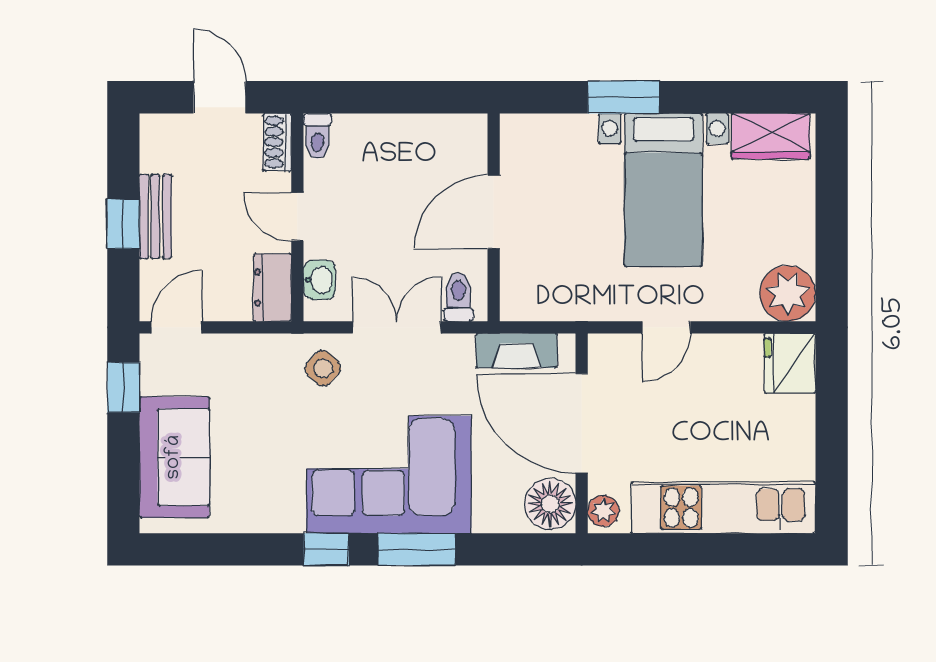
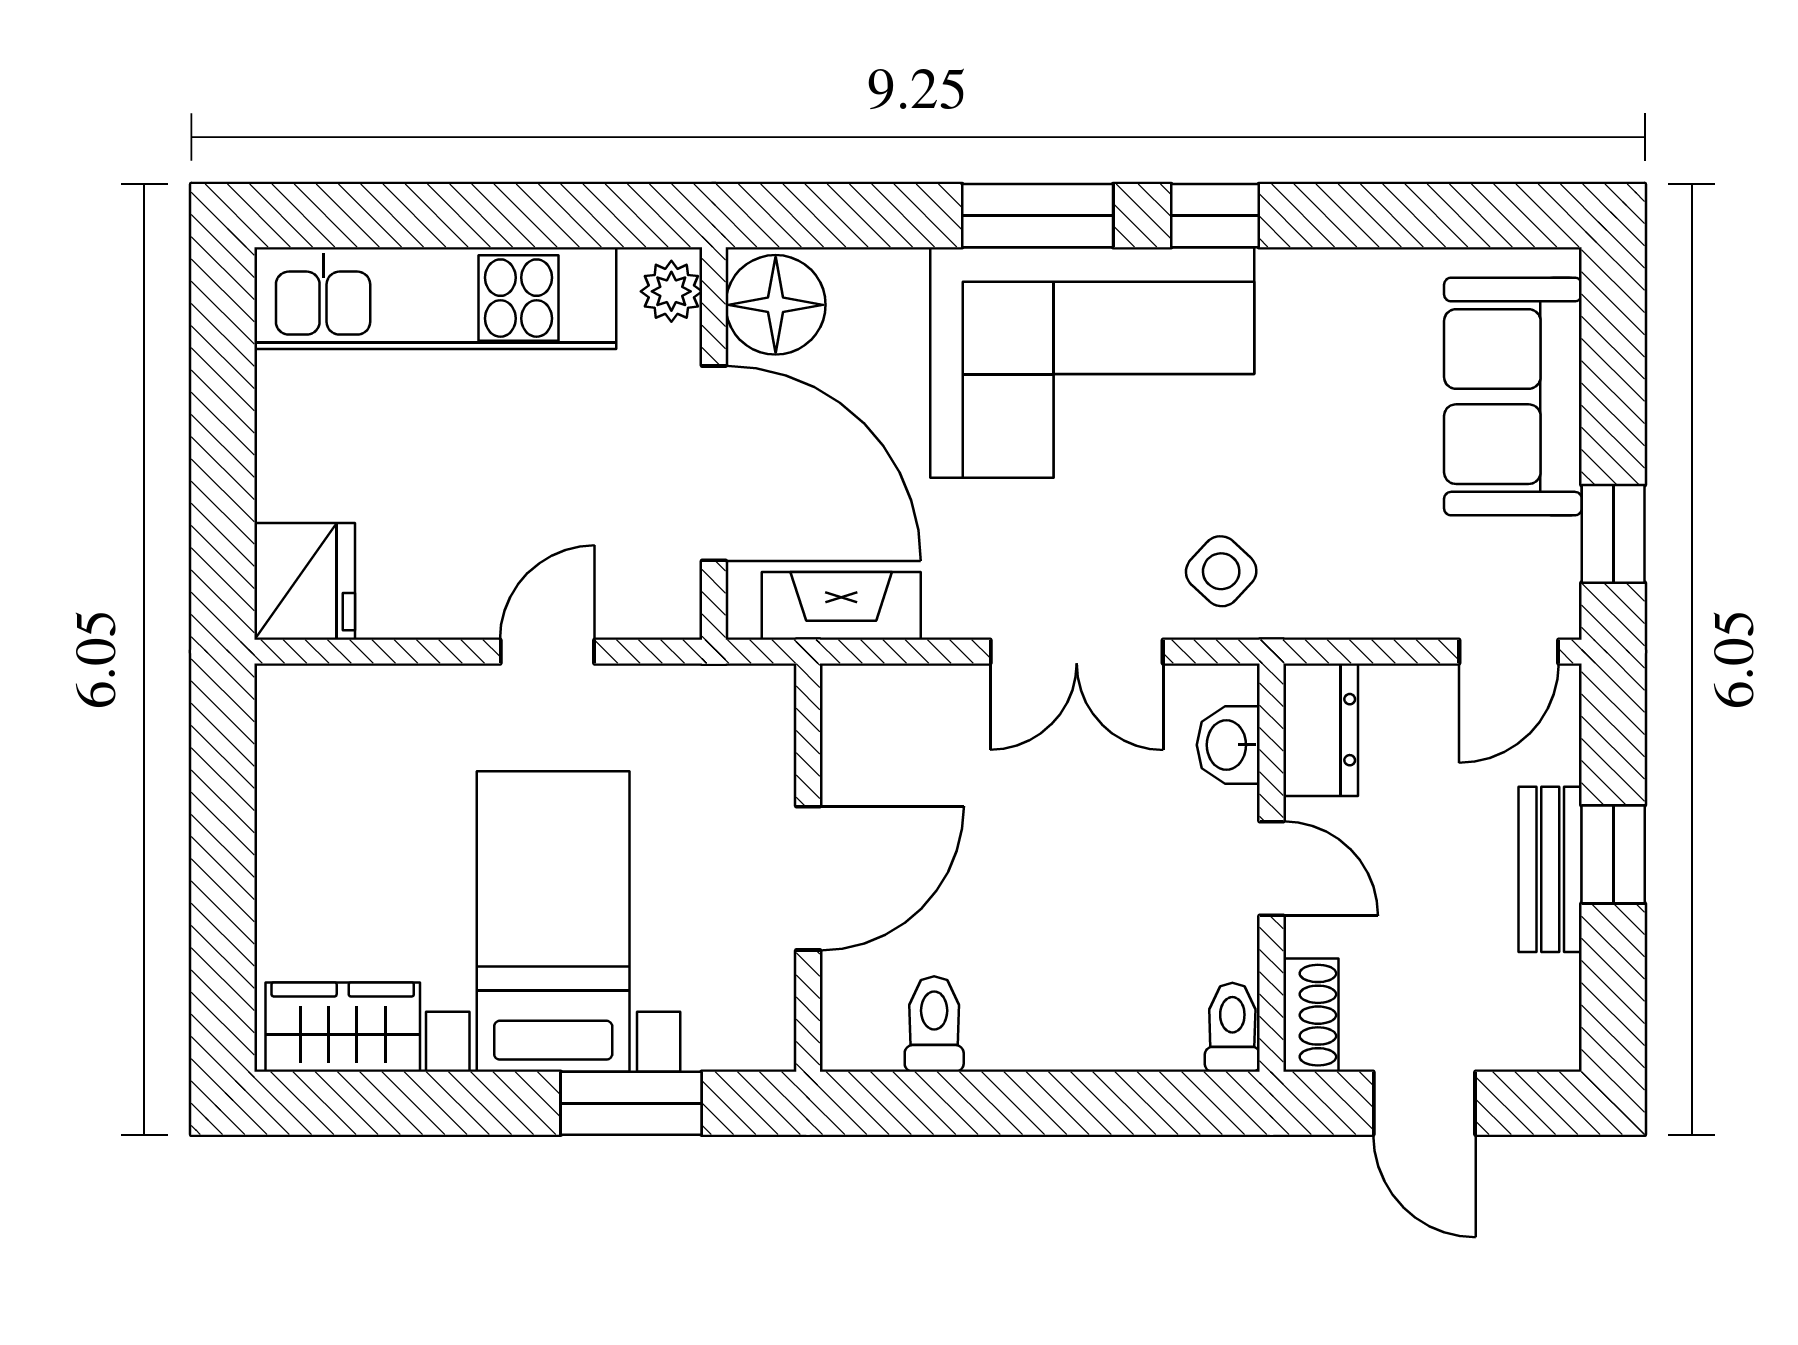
door: (494, 212) -> (808, 878), moved
wall: (494, 217) -> (808, 868), moved
plant: (788, 293) -> (309, 718), removed
toilet: (458, 297) -> (934, 1024), moved, turned 180

